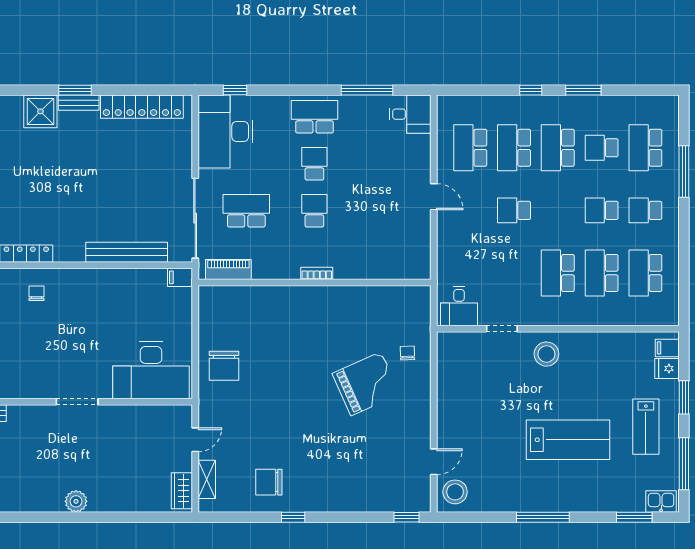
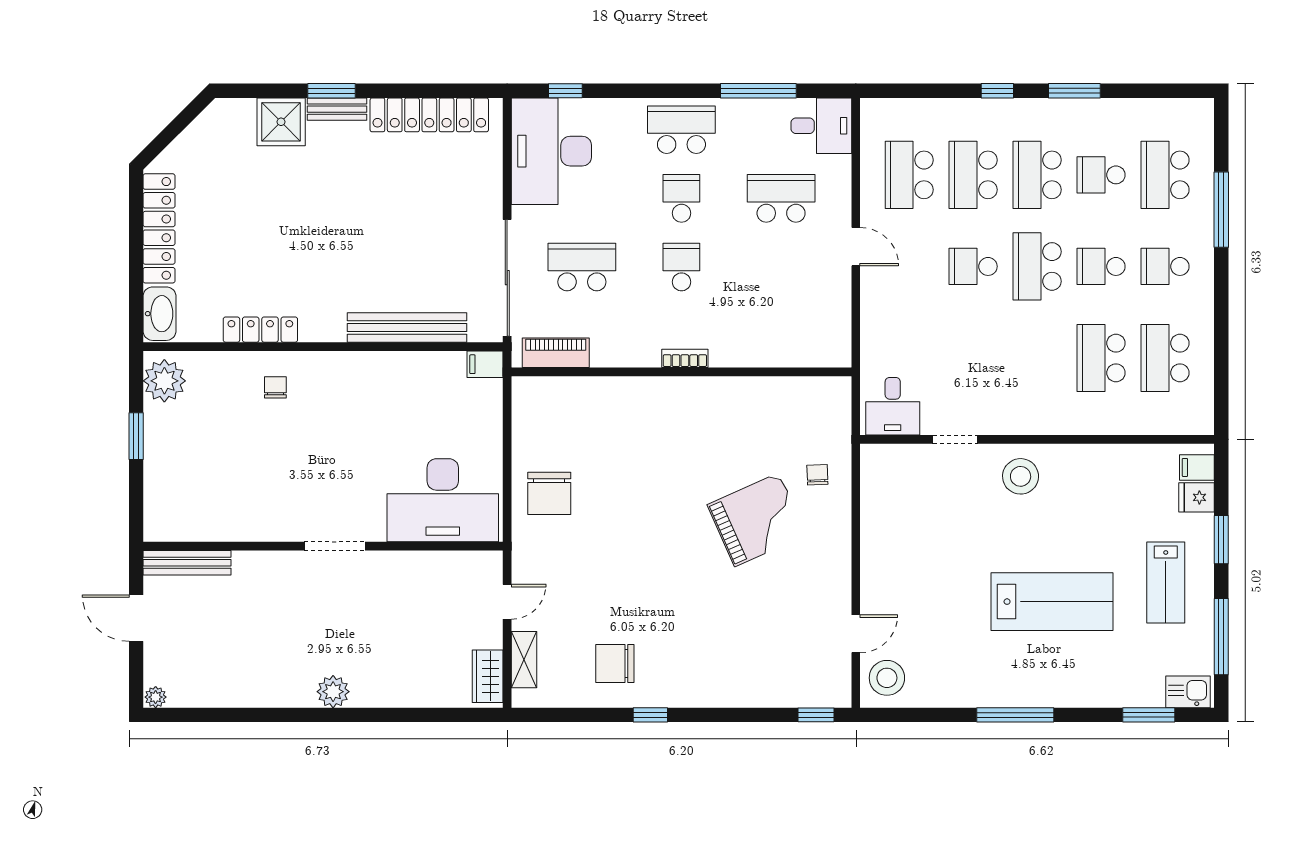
school desk: (383, 164) -> (781, 198), added
school desk: (558, 273) -> (1037, 266), moved

